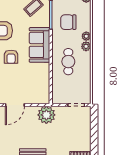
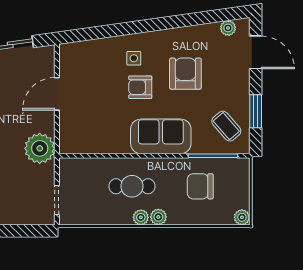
chair: (68, 22) -> (200, 186), turned -90
plant: (86, 36) -> (141, 217), moved
door: (15, 105) -> (57, 94), hinge flipped

